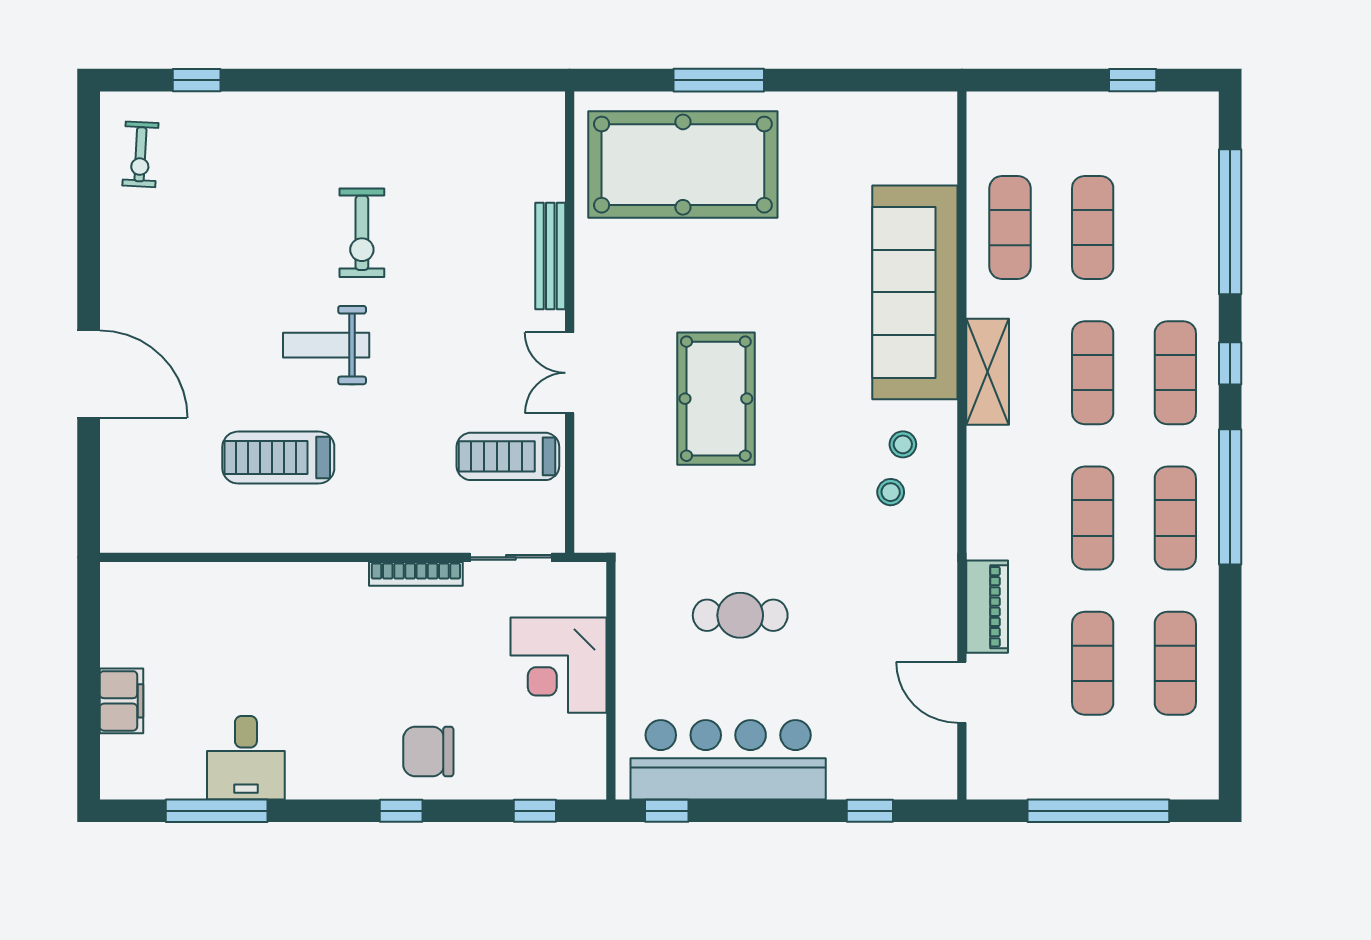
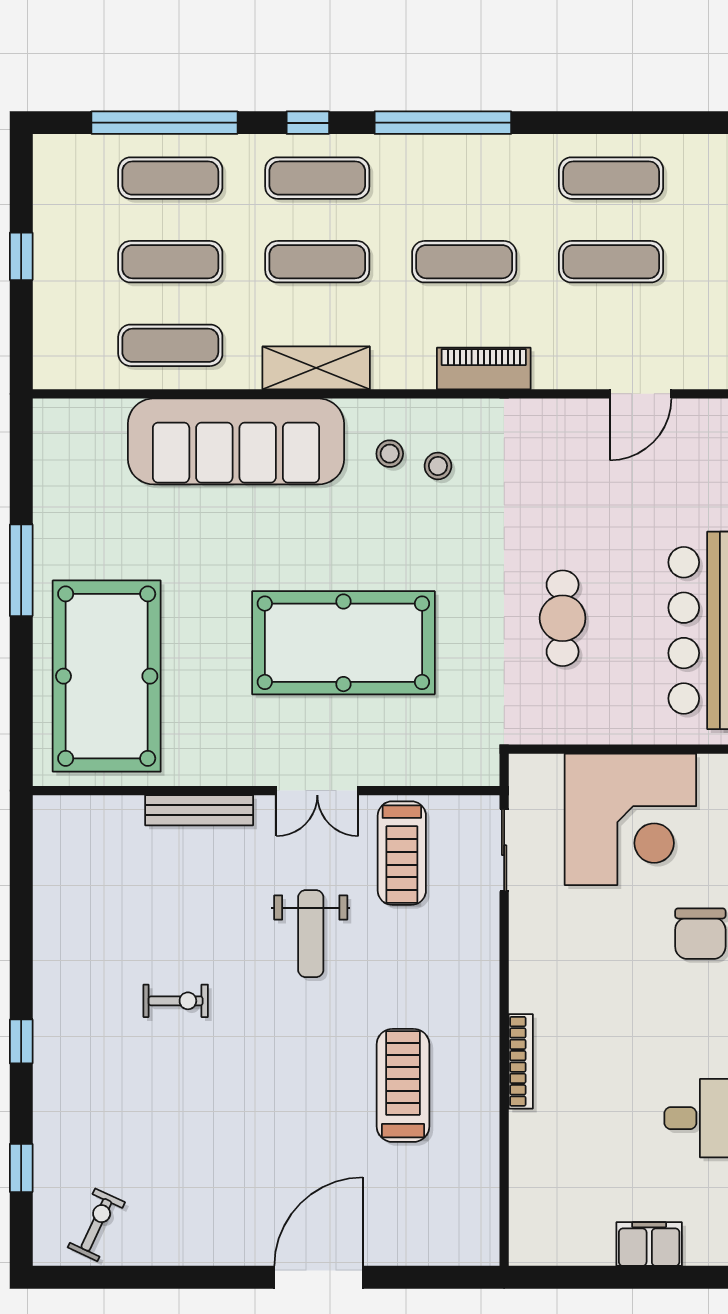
window: (322, 80) -> (21, 1041), added
window: (719, 80) -> (21, 570), moved
window: (1133, 80) -> (21, 256), moved
exercise bike: (140, 154) -> (96, 1225), turned -68
exercise bike: (362, 233) -> (176, 1001), width x0.73, depth x0.72
weight bench: (326, 345) -> (311, 934), moved
pool table: (716, 399) -> (343, 643), width x1.36, depth x1.32
treadmill: (278, 458) -> (403, 1085), turned 180
exercise mat: (1175, 518) -> (170, 178), moved
bookcase: (416, 574) -> (521, 1061), moved
piano: (987, 607) -> (484, 368), moved
corner desk: (559, 665) -> (630, 819), width x1.36, depth x1.36

